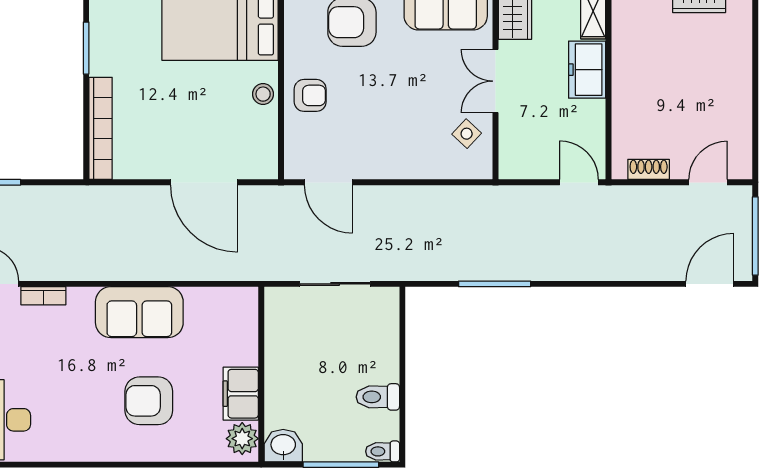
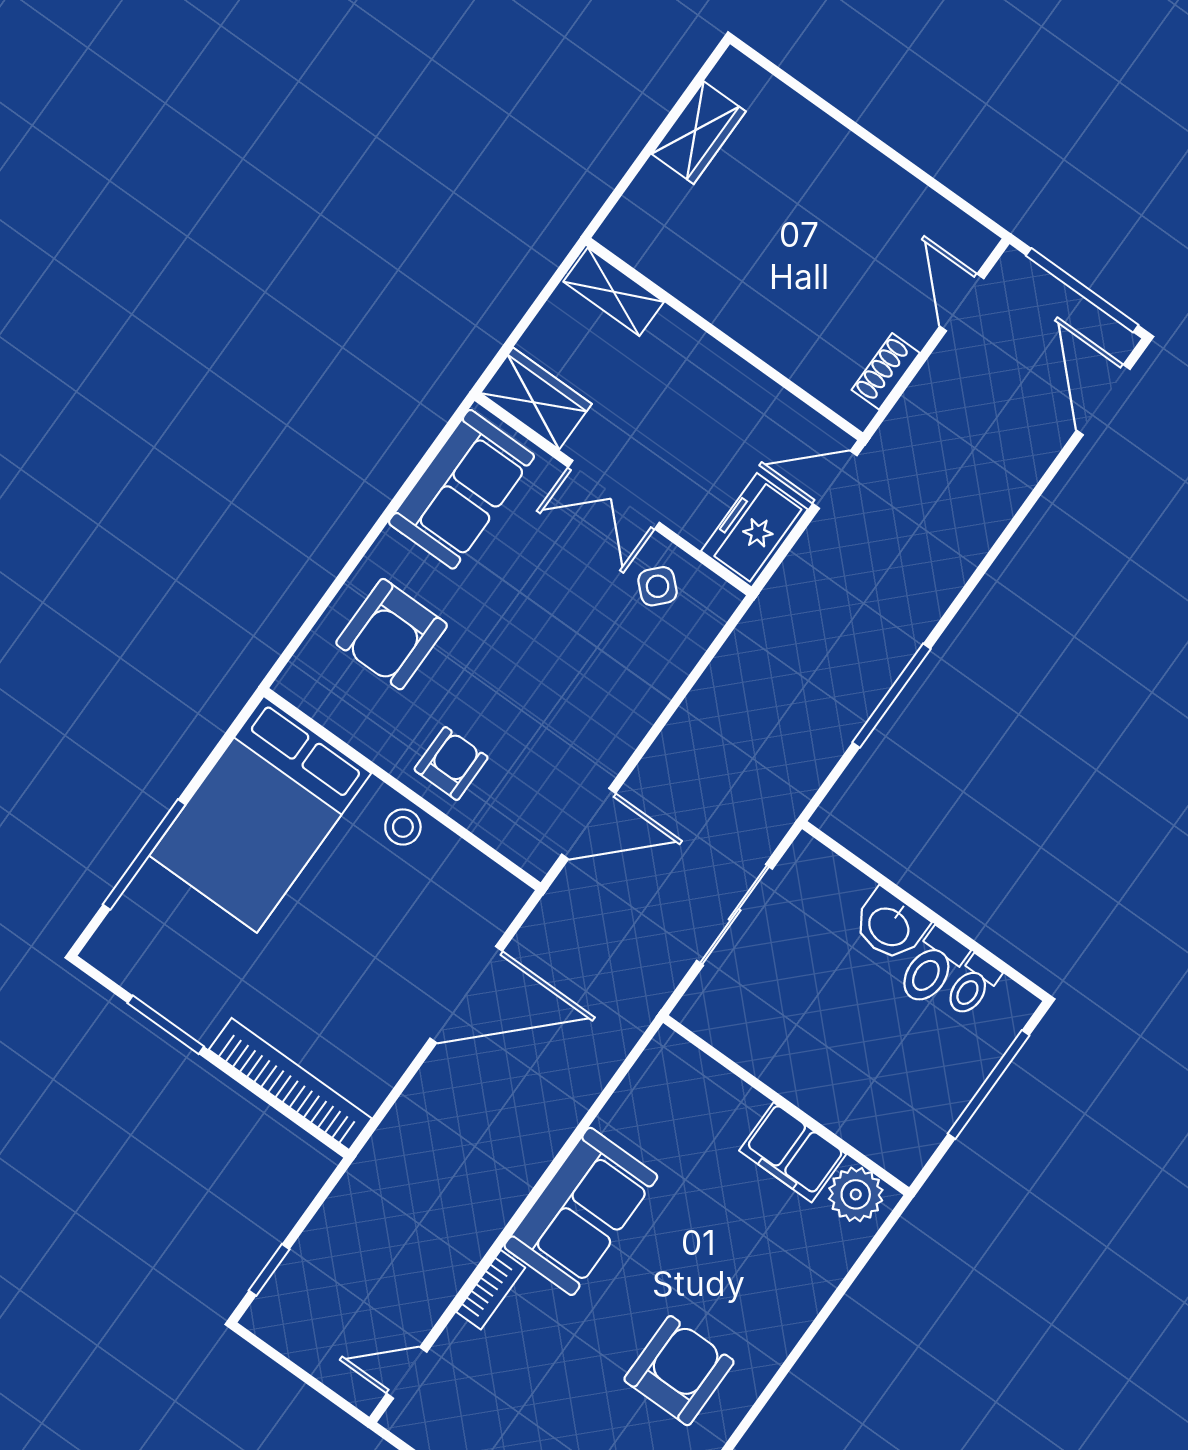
freezer: (587, 70) -> (754, 530), moved, turned 90
bookcase: (43, 296) -> (491, 1290), moved
armchair: (149, 401) -> (679, 1371), moved, turned 180
washbasin: (283, 446) -> (890, 926), moved, turned -90
toilet: (383, 451) -> (972, 986), moved

